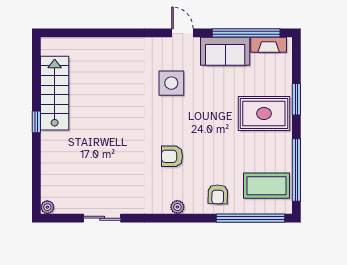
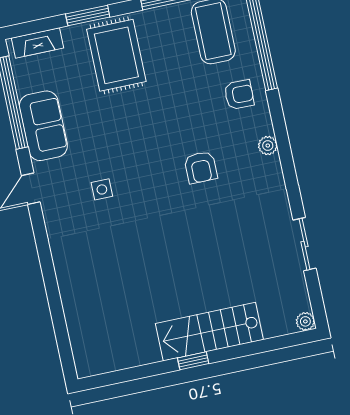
fireplace: (269, 45) -> (37, 43), moved, turned 90
side table: (171, 83) -> (102, 189), width x0.54, depth x0.54
stairs: (55, 93) -> (209, 332), moved

